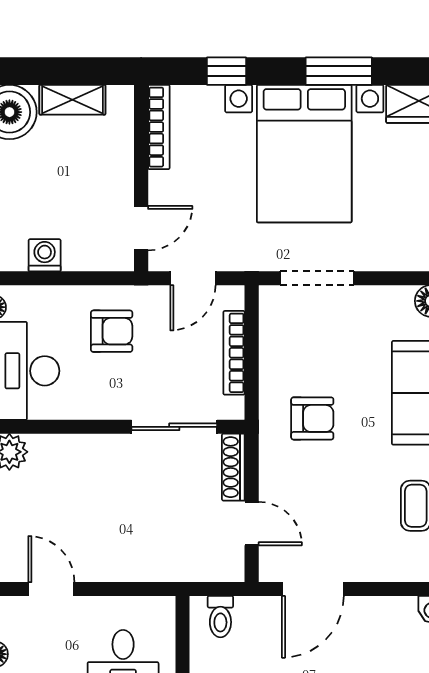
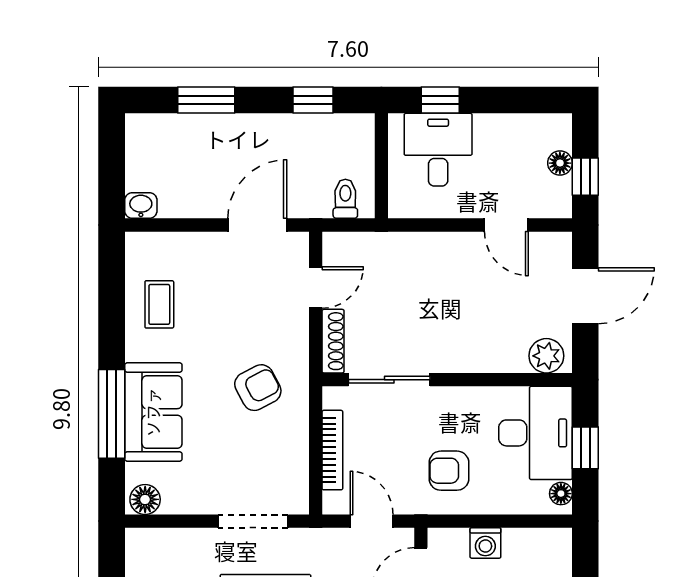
washing machine: (45, 255) -> (485, 543), moved
door: (193, 278) -> (372, 521), hinge flipped
armchair: (312, 418) -> (258, 388), turned 152
door: (252, 524) -> (316, 287), swing flipped

